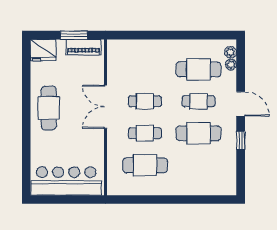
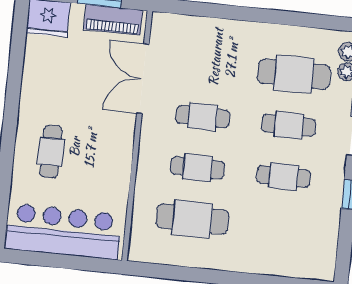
double door: (106, 107) -> (143, 79), moved
cafe table: (49, 108) -> (51, 152), moved, width x0.73, depth x0.74
cafe table: (199, 133) -> (283, 177), width x0.73, depth x0.74

